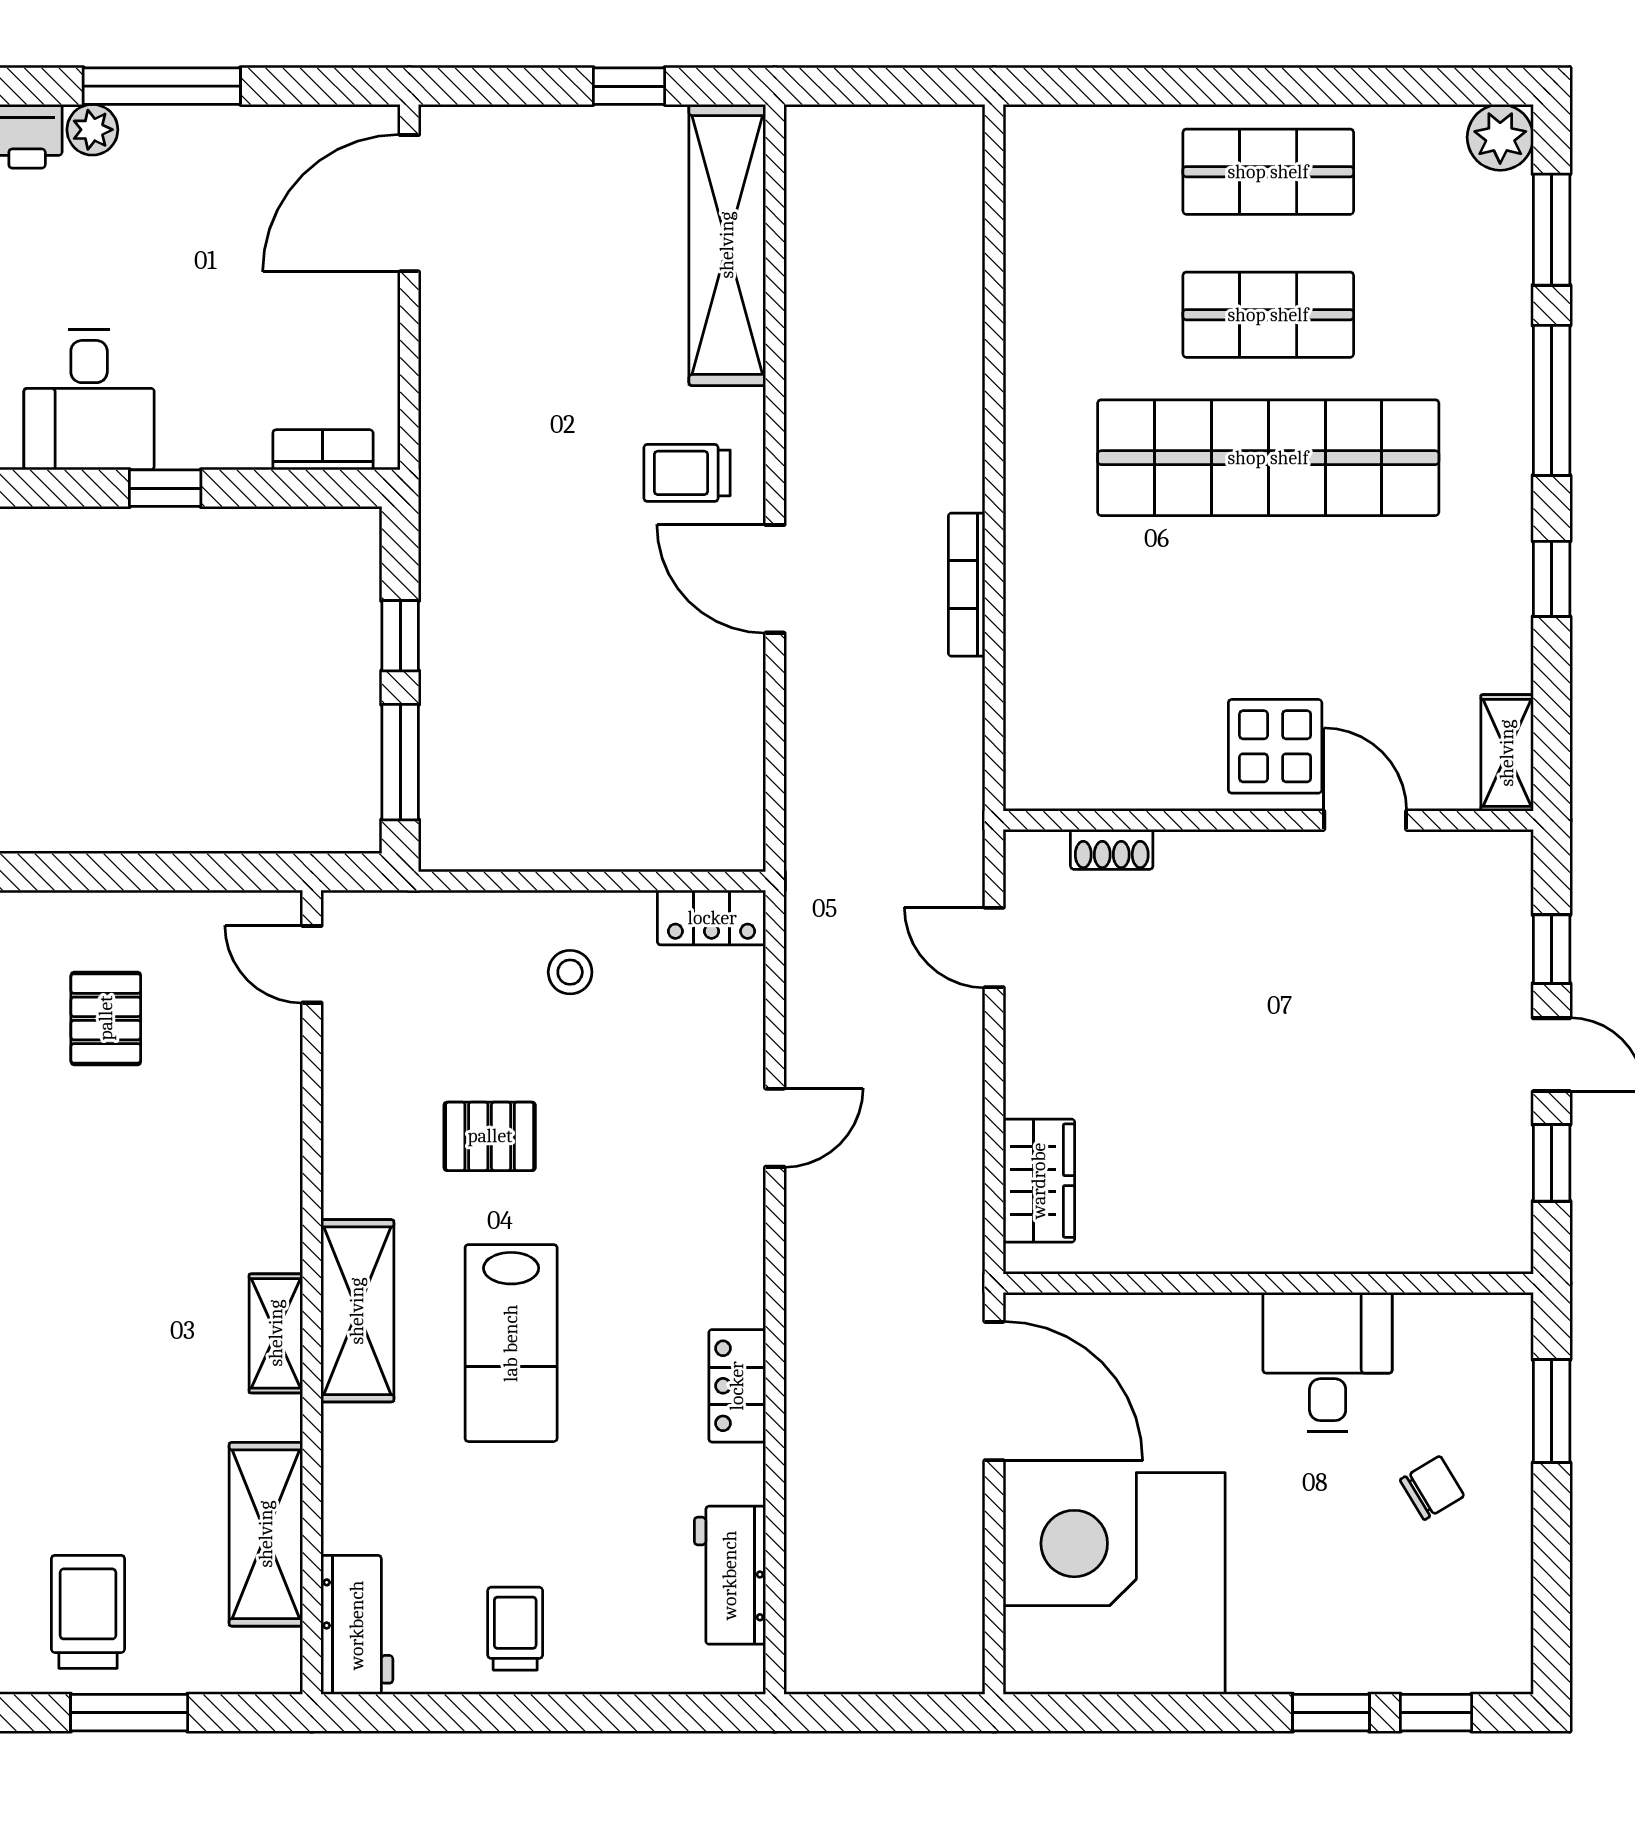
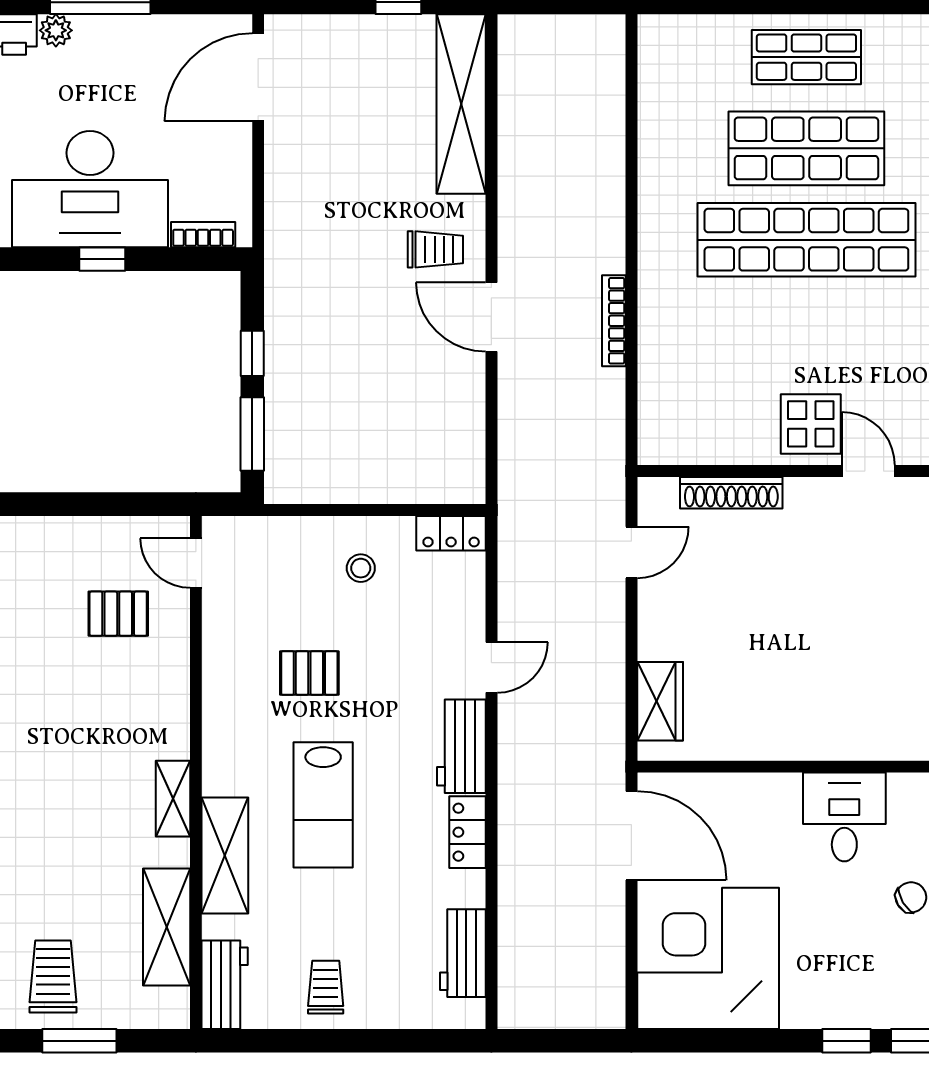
shop shelf: (1268, 315) -> (806, 148), width x1.43, depth x1.36
desk: (89, 400) -> (90, 189), width x1.87, depth x1.30
trolley: (687, 473) -> (435, 249), turned 180
shoe rack: (1112, 849) -> (731, 493), width x1.94, depth x1.24
door: (994, 948) -> (631, 552), swing flipped
pallet: (106, 1018) -> (118, 614), moved, turned 90
workbench: (728, 1251) -> (461, 746), added
shelving: (357, 1311) -> (225, 855), moved

